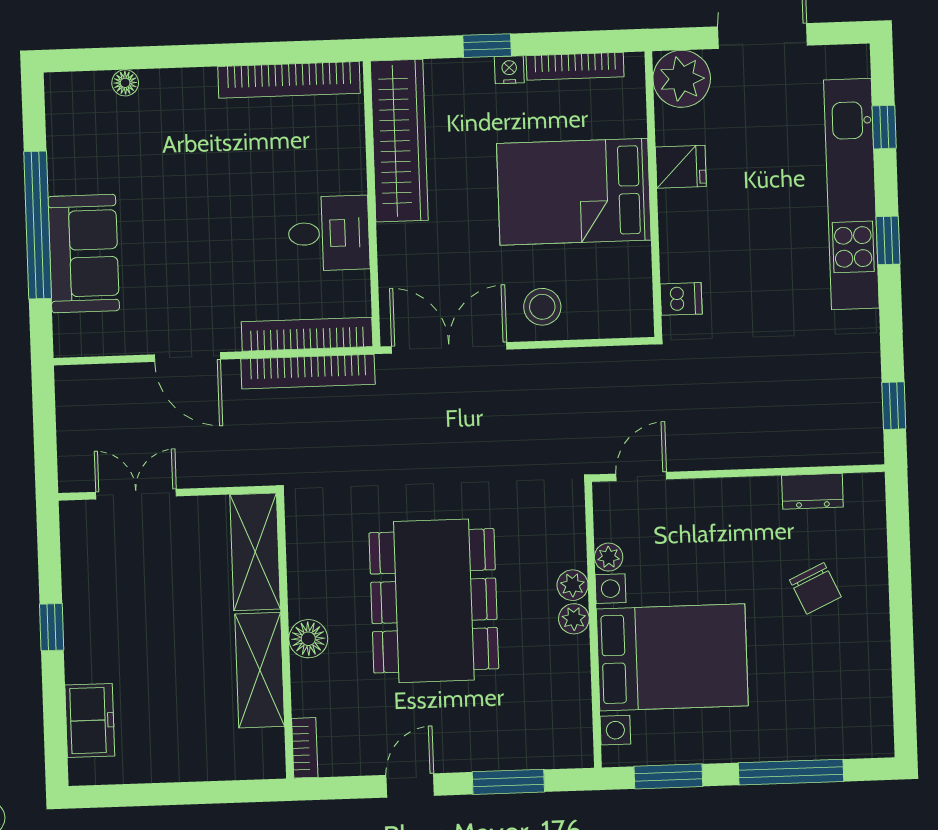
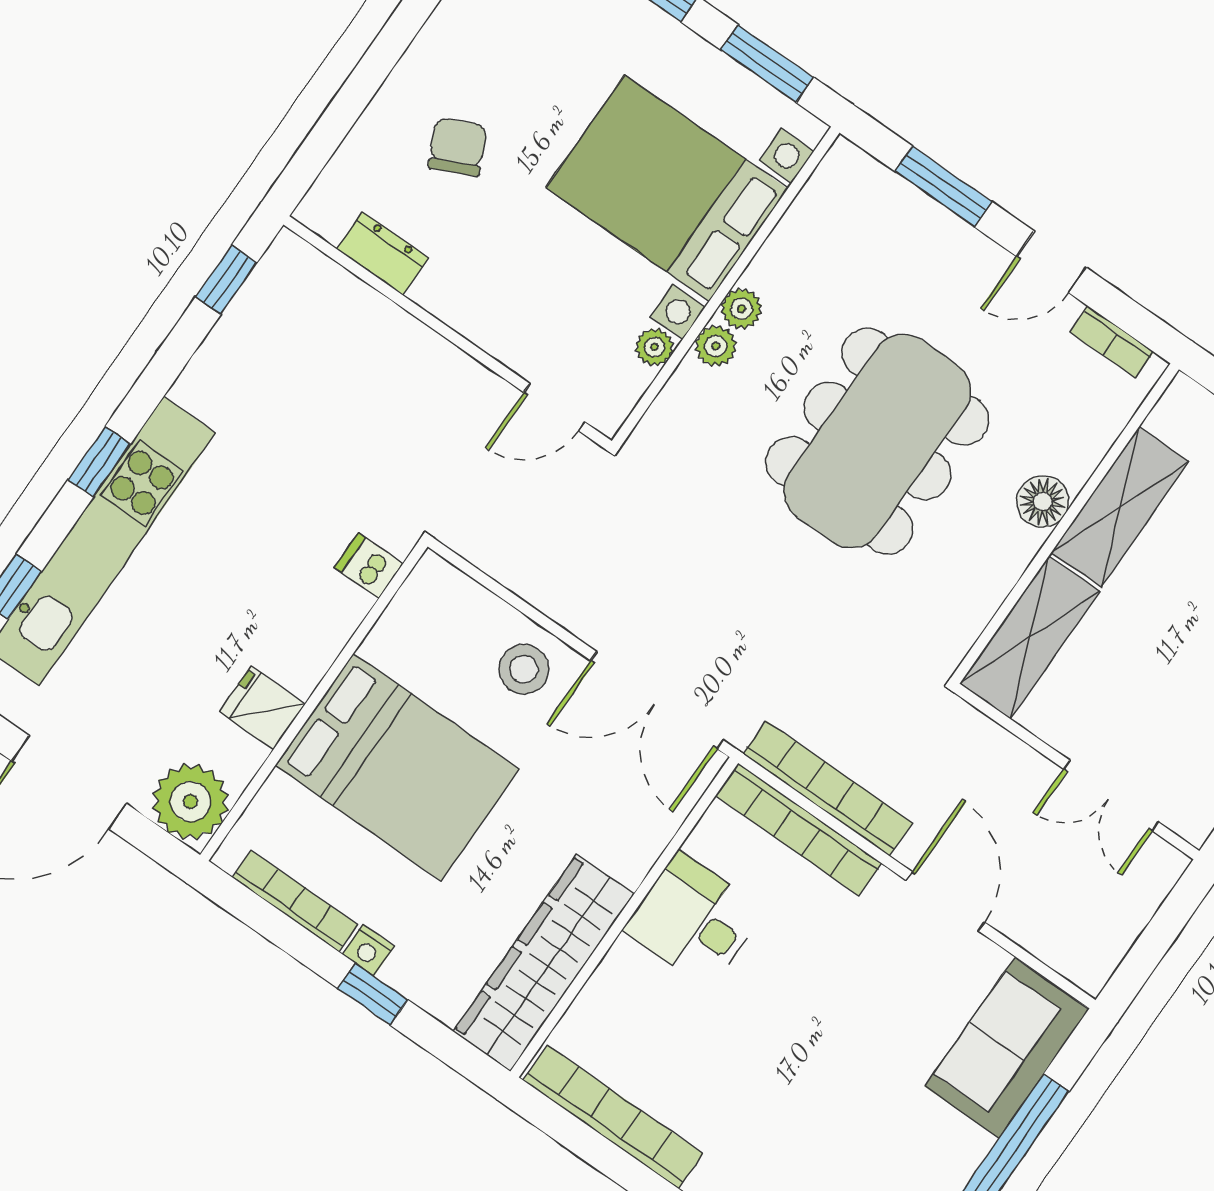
sofa: (84, 254) -> (1007, 1048), moved
bookcase: (305, 748) -> (1112, 342), moved, turned -90

